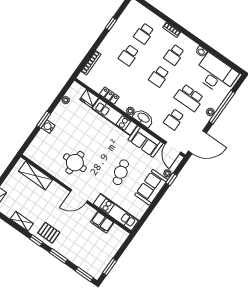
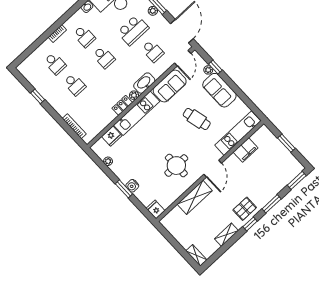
locker: (109, 96) -> (122, 105), moved
door: (173, 148) -> (183, 58), hinge flipped
fridge: (31, 152) -> (156, 209), added
shelving: (36, 175) -> (195, 197), moved
window: (110, 267) -> (286, 143), moved

